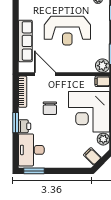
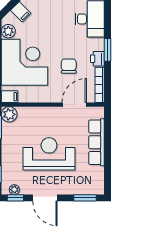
door: (45, 74) -> (74, 105), swing flipped
printer: (25, 126) -> (97, 59), moved

